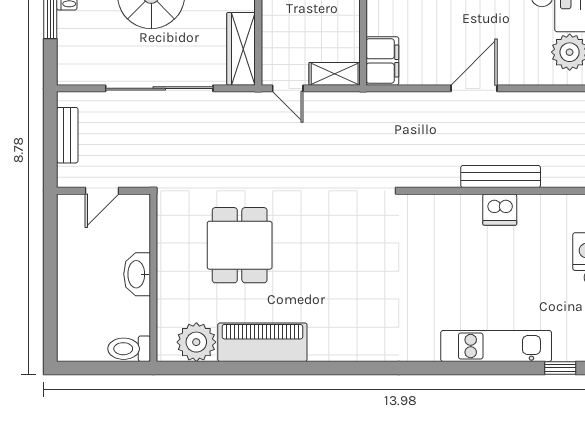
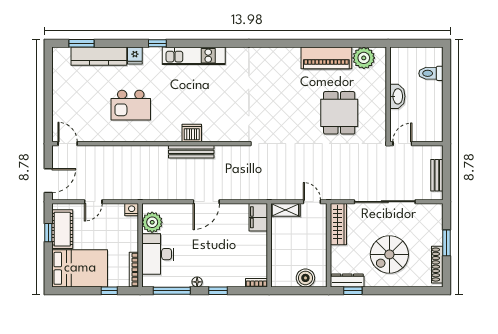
door: (102, 191) -> (402, 144), moved
toilet: (129, 349) -> (431, 73), moved, turned 180

